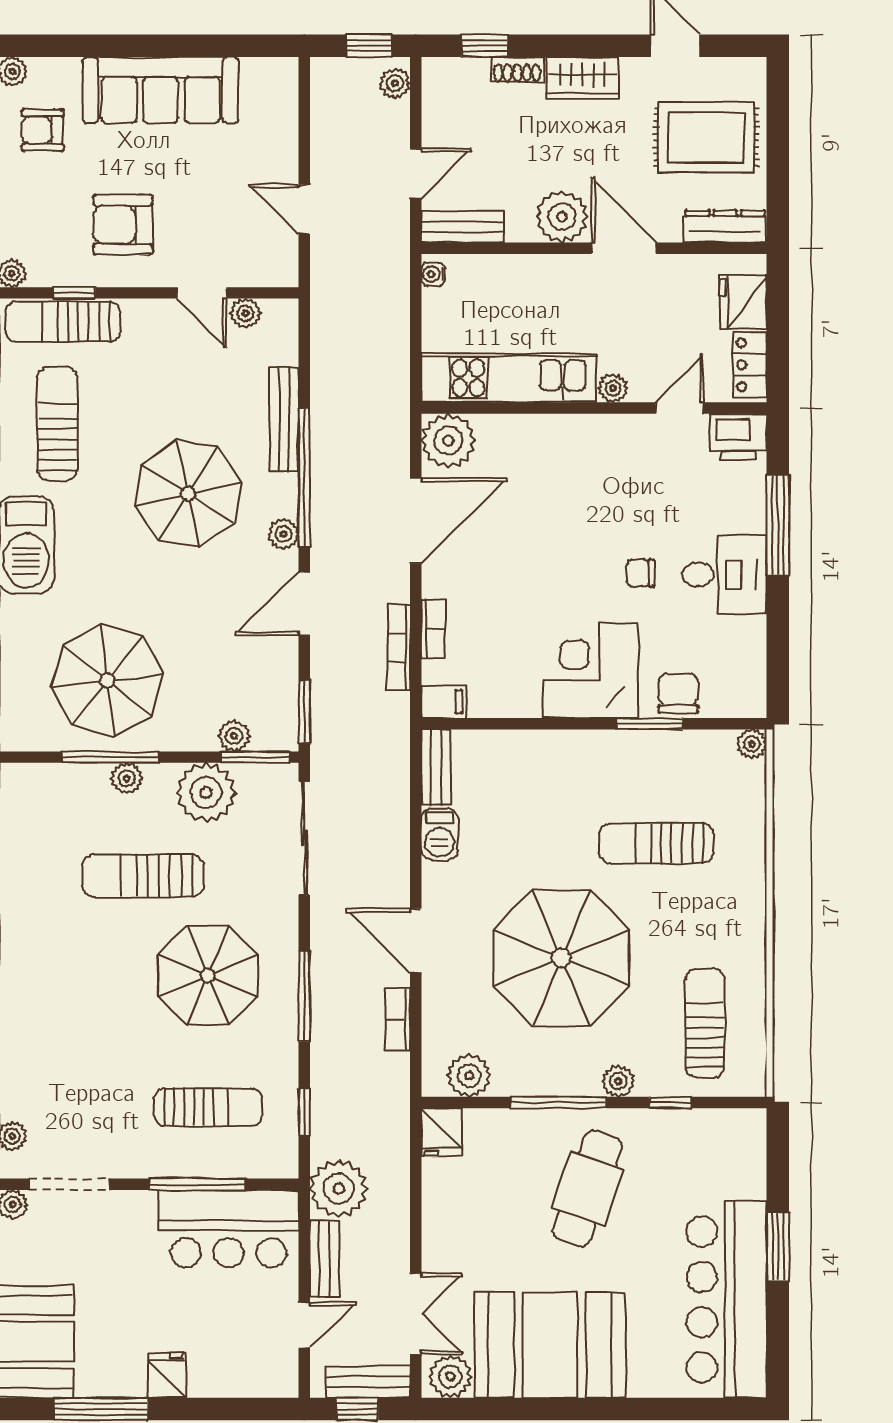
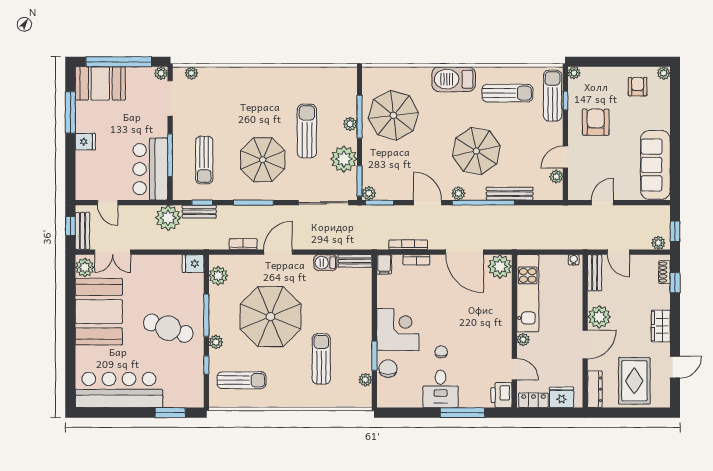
shoe rack: (517, 70) -> (664, 272), moved
sofa: (161, 90) -> (655, 165), moved
chair: (678, 693) -> (388, 368), turned -90
plant: (234, 736) -> (369, 193), moved
plant: (752, 744) -> (365, 380), moved
window: (778, 1247) -> (170, 413), moved
bench: (325, 1259) -> (199, 212), moved

